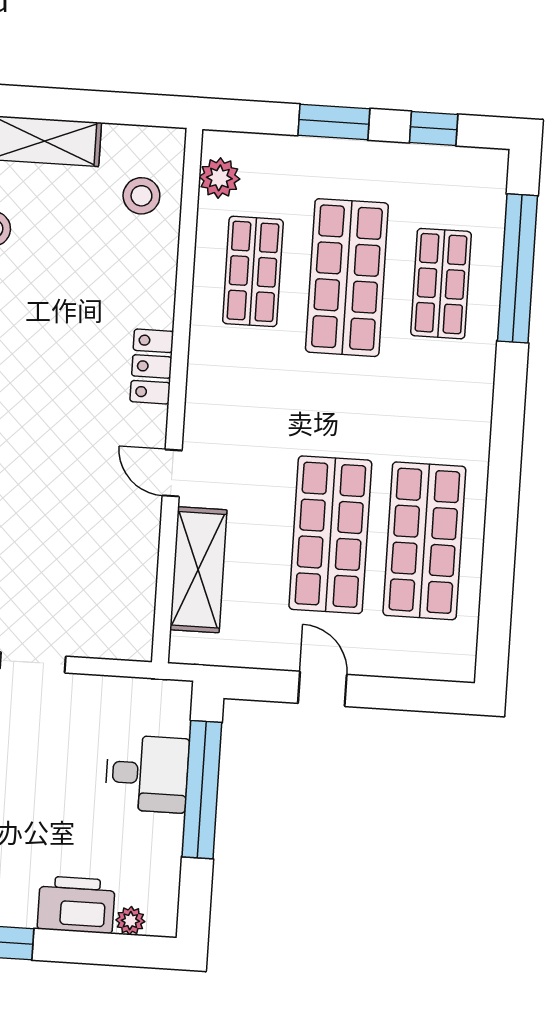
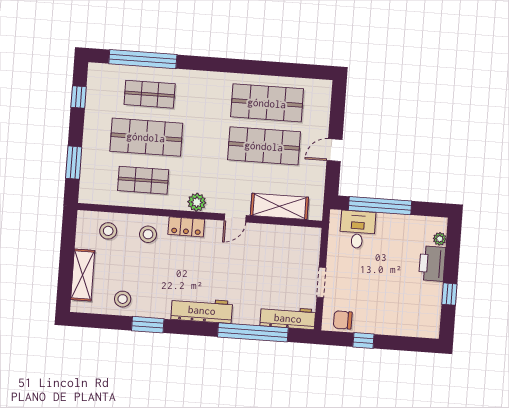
window: (334, 122) -> (74, 163), moved
plant: (219, 178) -> (197, 202), moved
stool: (135, 283) -> (148, 234), added
desk: (147, 774) -> (358, 230), moved

